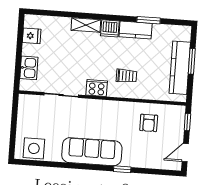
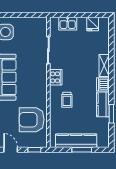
armchair: (149, 123) -> (32, 120), width x1.88, depth x1.88

